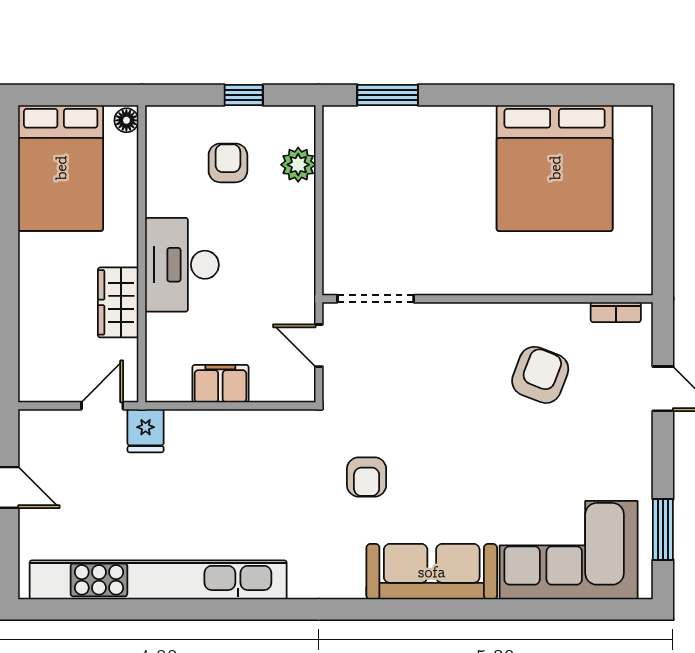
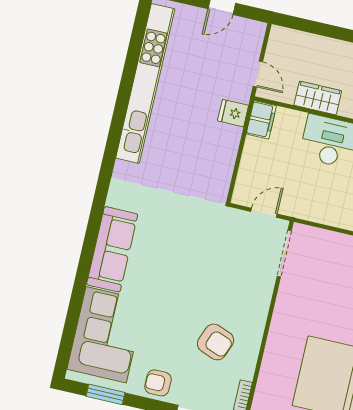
filing cabinet: (220, 384) -> (261, 120), moved
fridge: (146, 431) -> (233, 113), moved
armchair: (367, 477) -> (158, 383), moved

